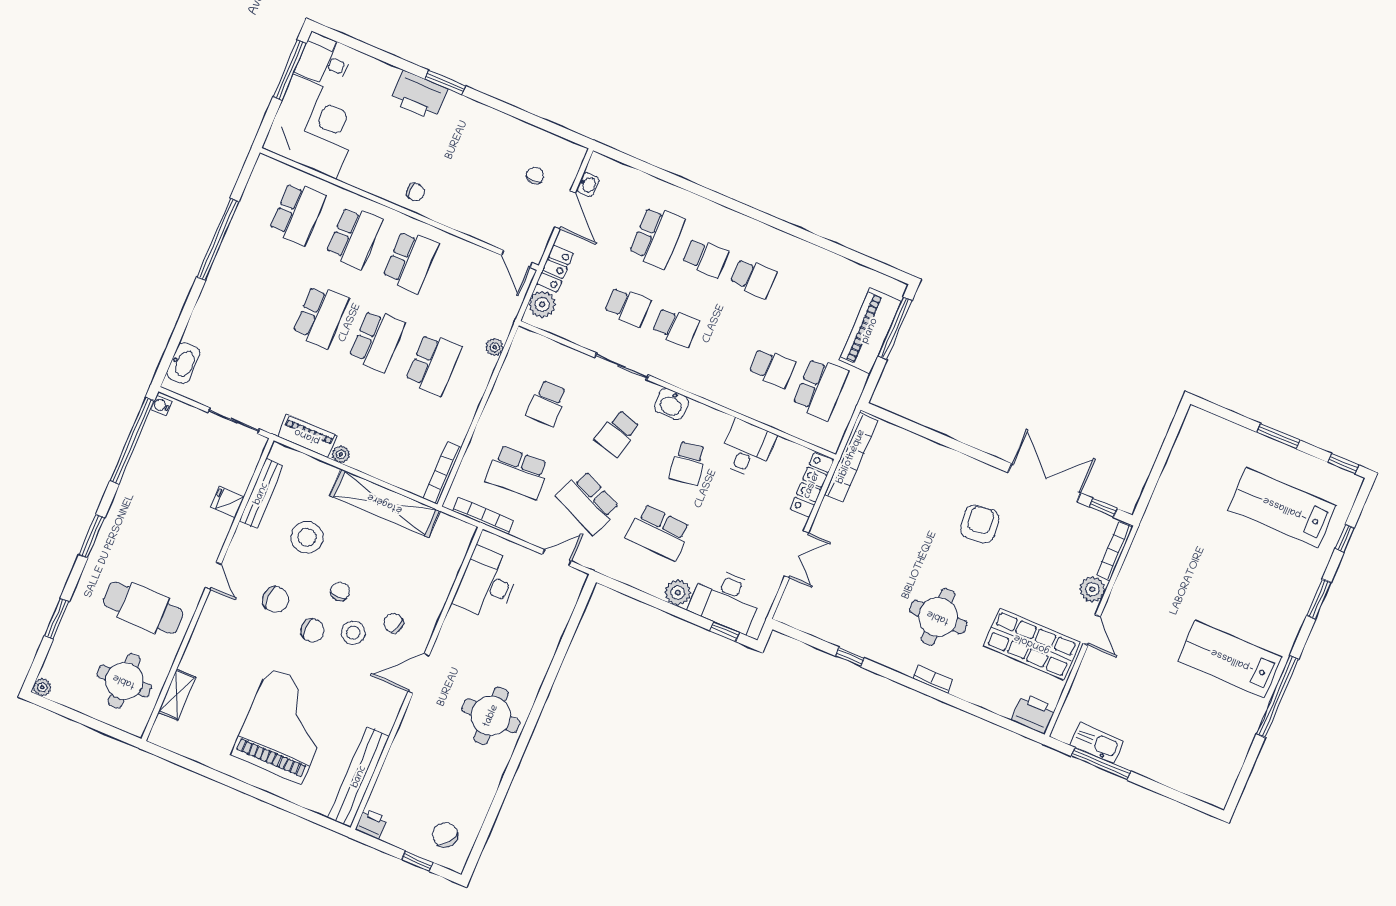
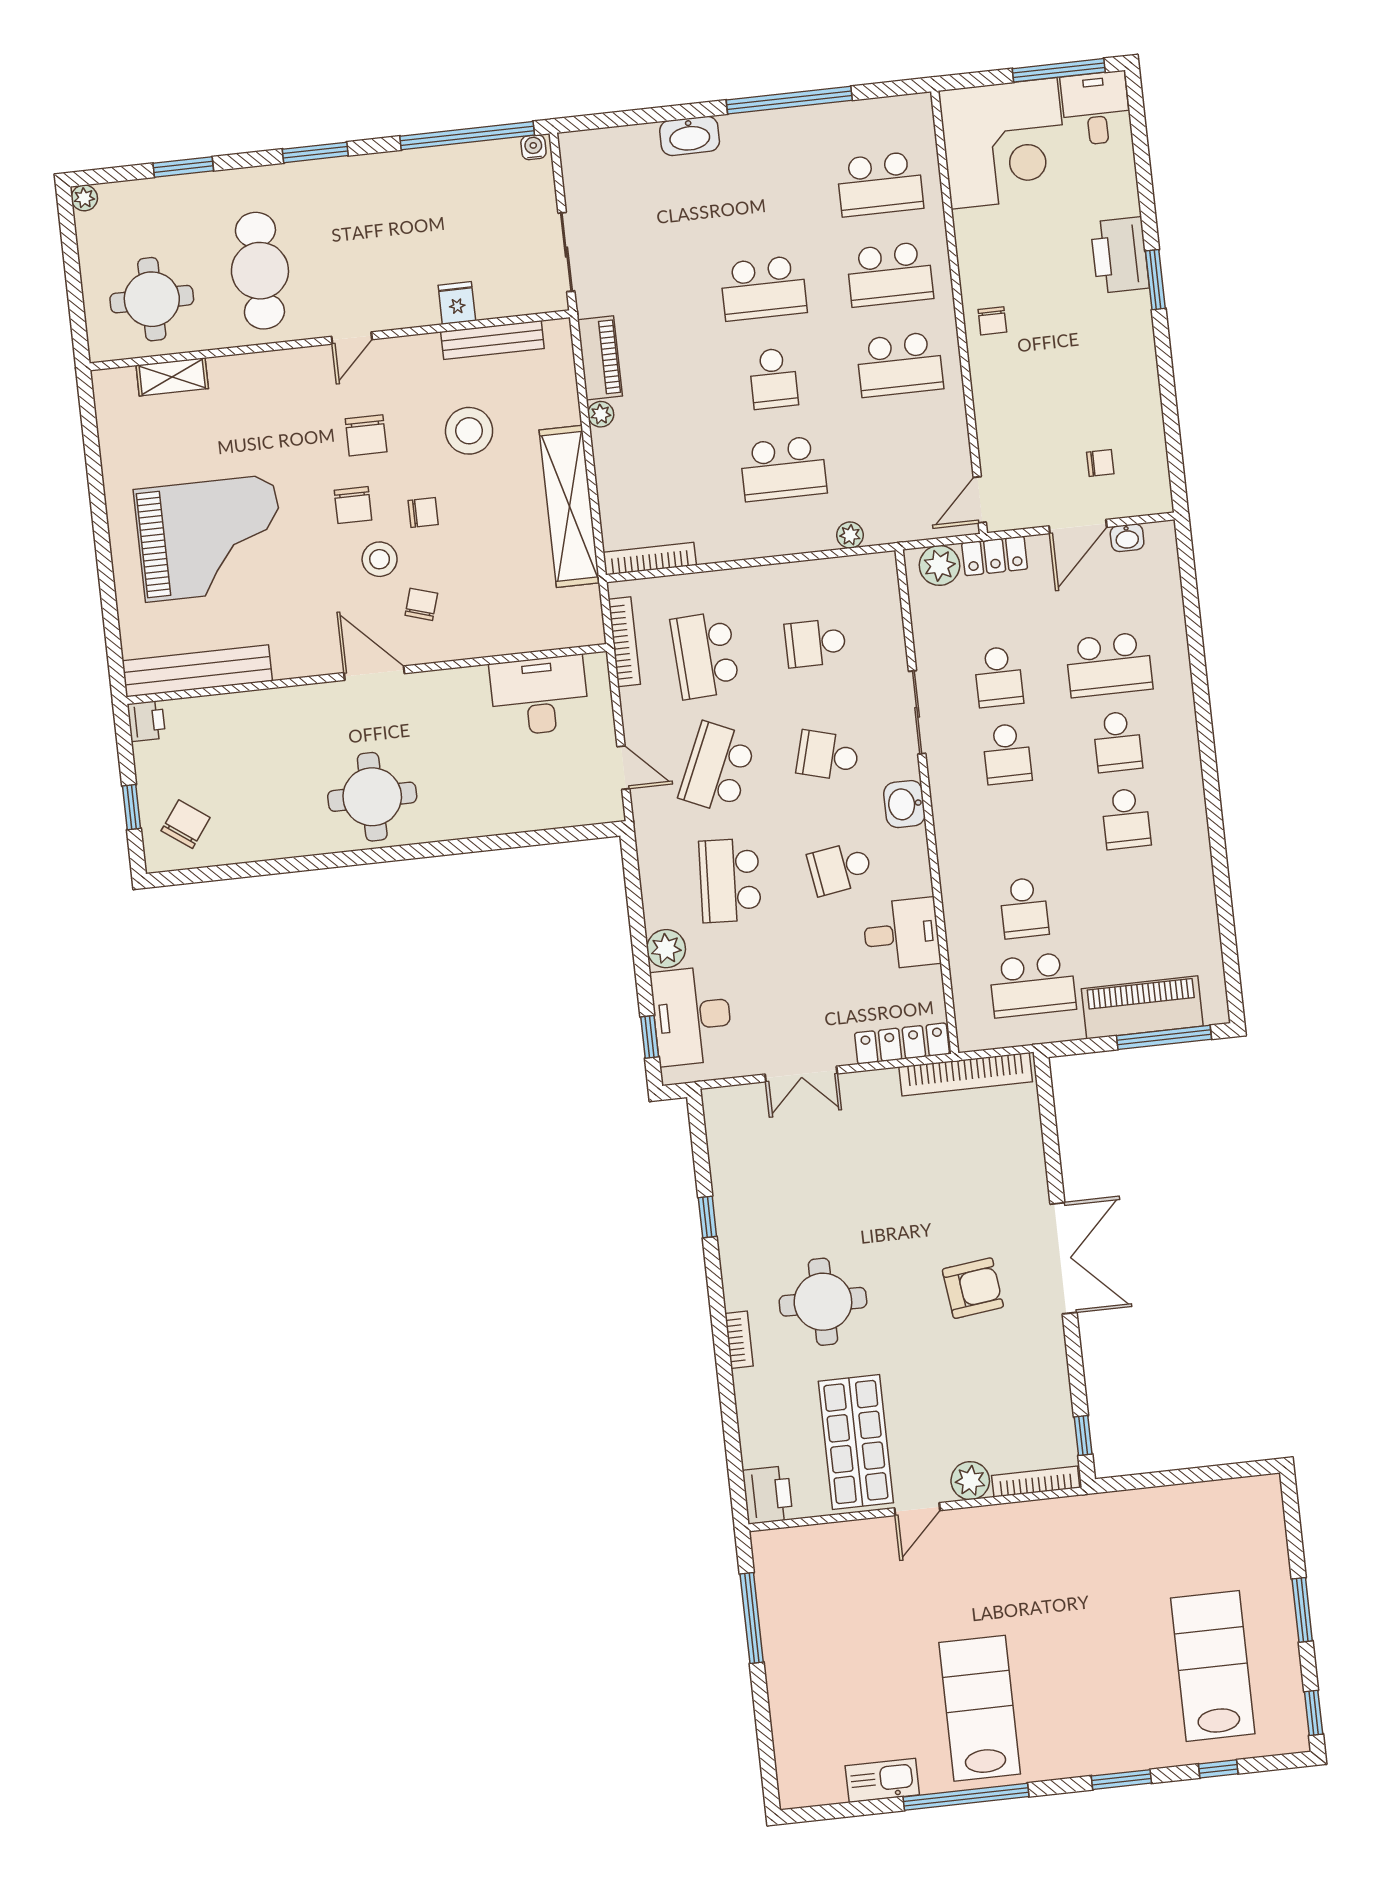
school desk: (377, 340) -> (773, 378), width x0.54
washbasin: (183, 363) -> (690, 136), moved
double door: (1044, 483) -> (1064, 1258), moved
kitchen sink: (1097, 743) -> (882, 1780), moved, turned -90

